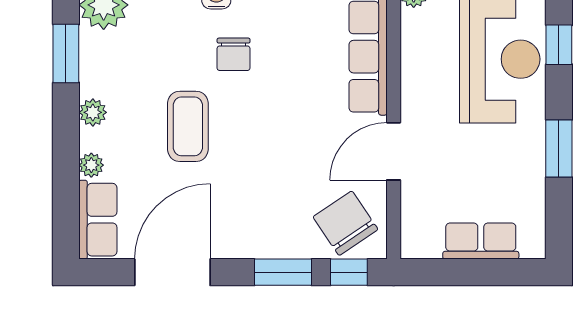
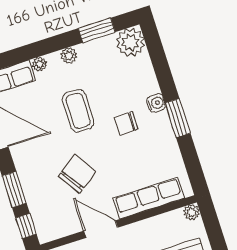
coffee table: (188, 126) -> (78, 111), turned 90
chair: (345, 223) -> (77, 174), moved

